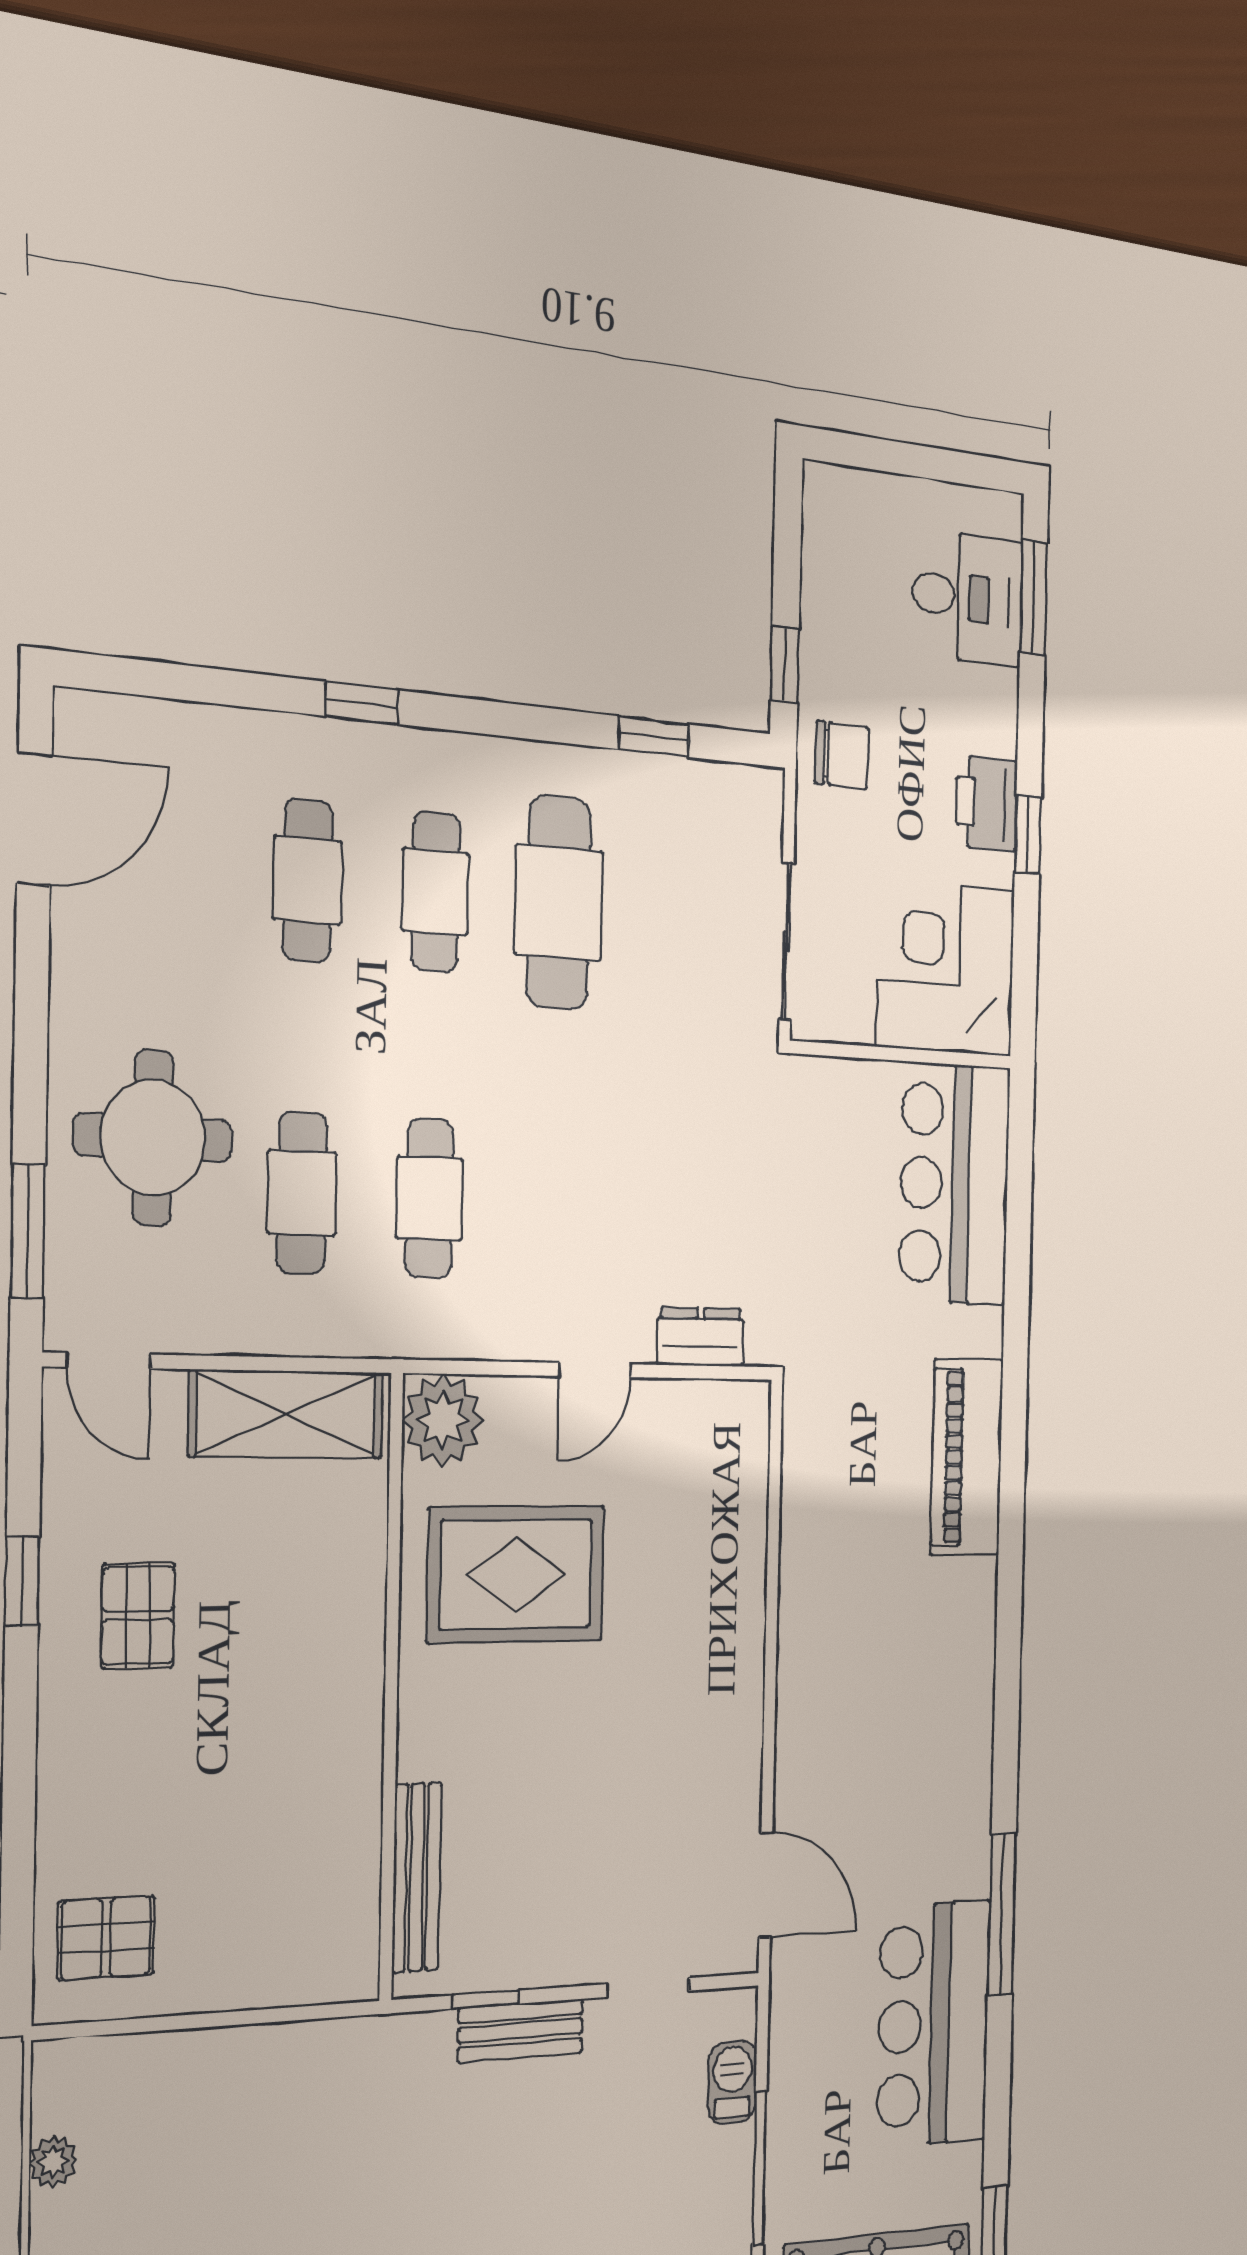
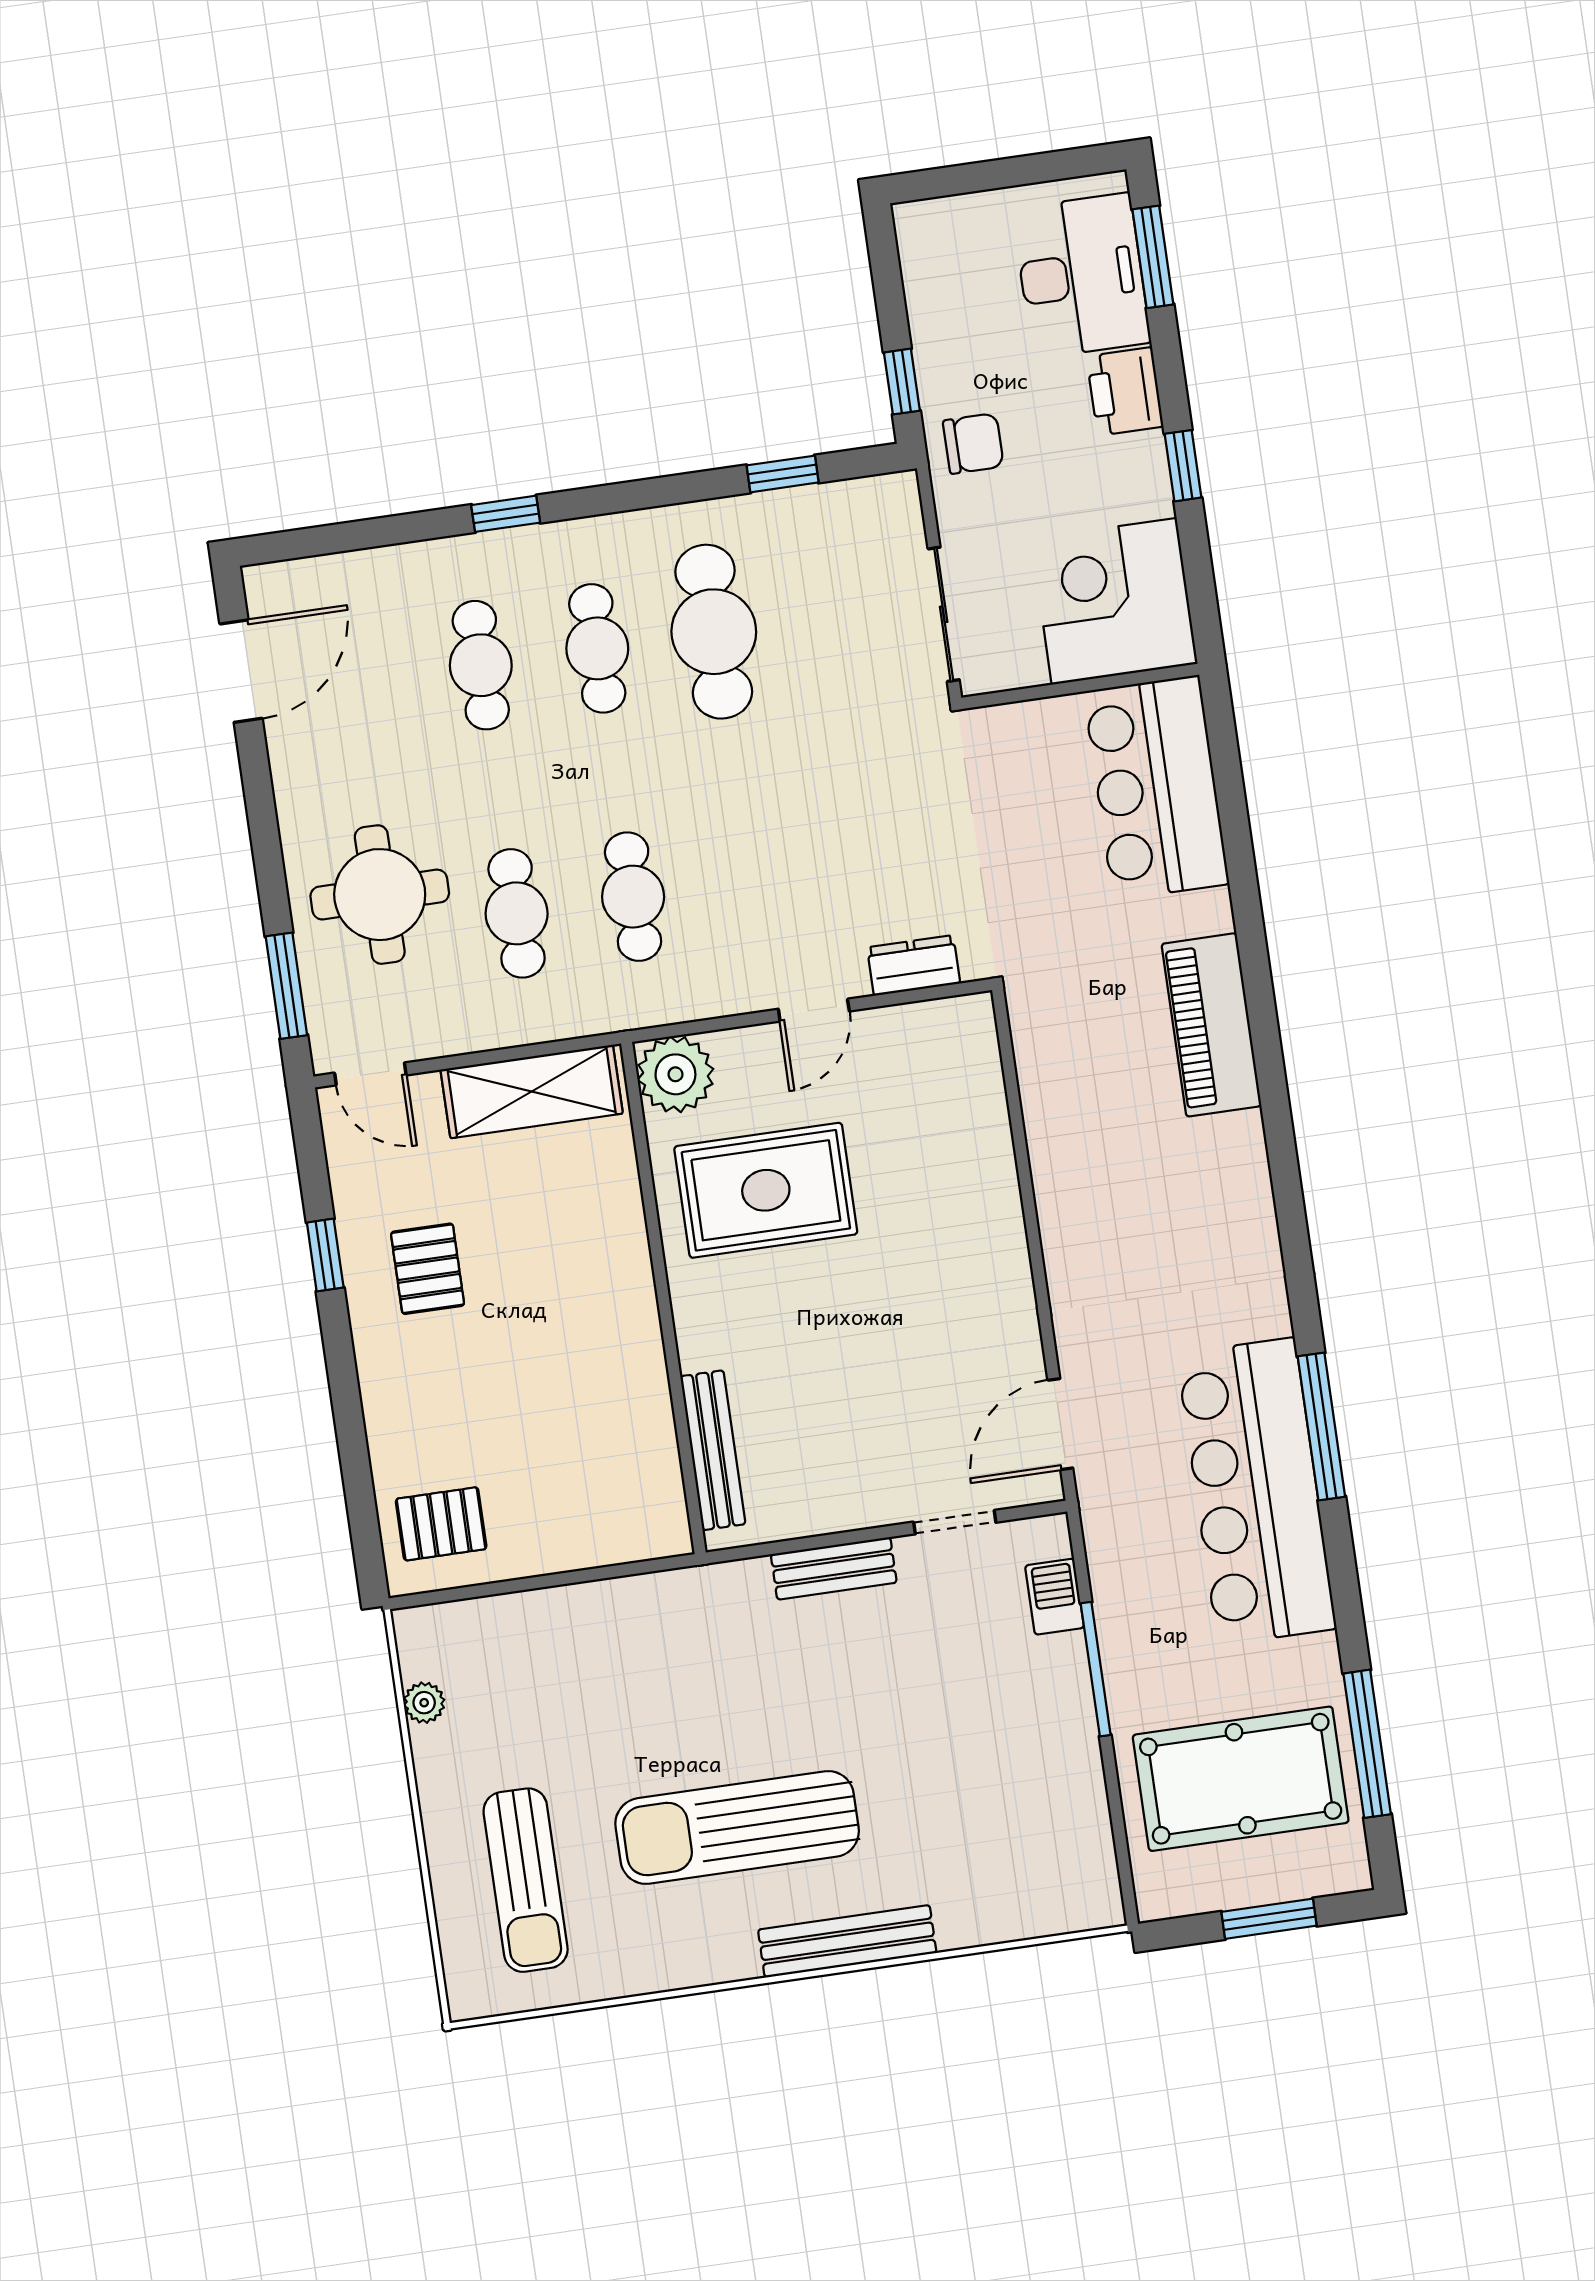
desk: (967, 598) -> (1081, 276), width x1.37
printer: (986, 803) -> (1125, 391), moved
door: (766, 1885) -> (1060, 1424), swing flipped
window: (485, 2000) -> (795, 1545), removed
bar counter: (933, 2024) -> (1256, 1491), width x1.36

